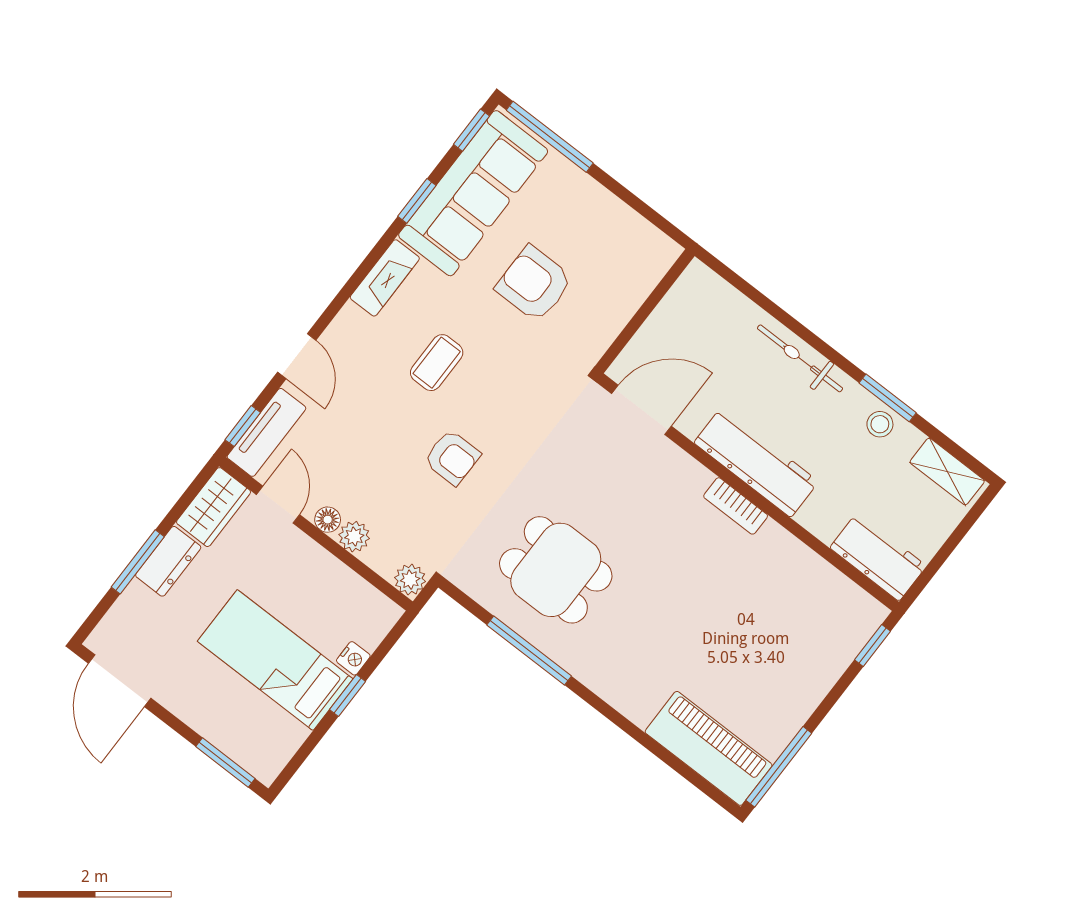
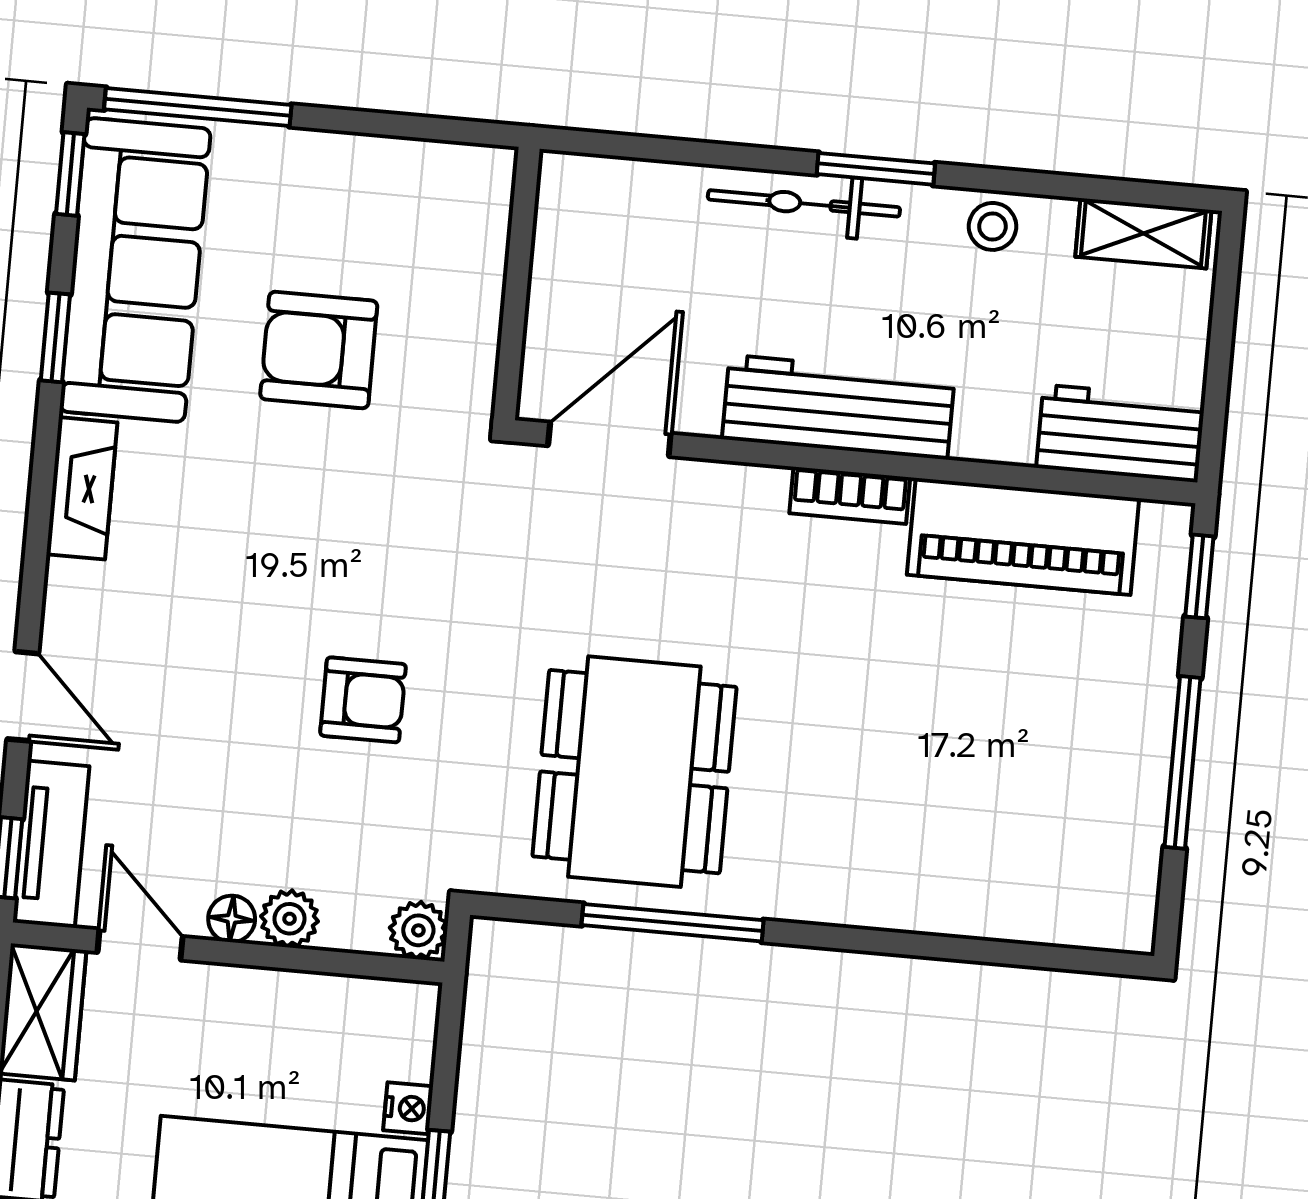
coffee table: (437, 363) -> (246, 568), removed
window: (888, 398) -> (876, 169), moved
dining table: (556, 570) -> (634, 772), width x1.38
piano: (709, 748) -> (1023, 537), moved, turned 180
window: (779, 767) -> (1182, 762), moved

